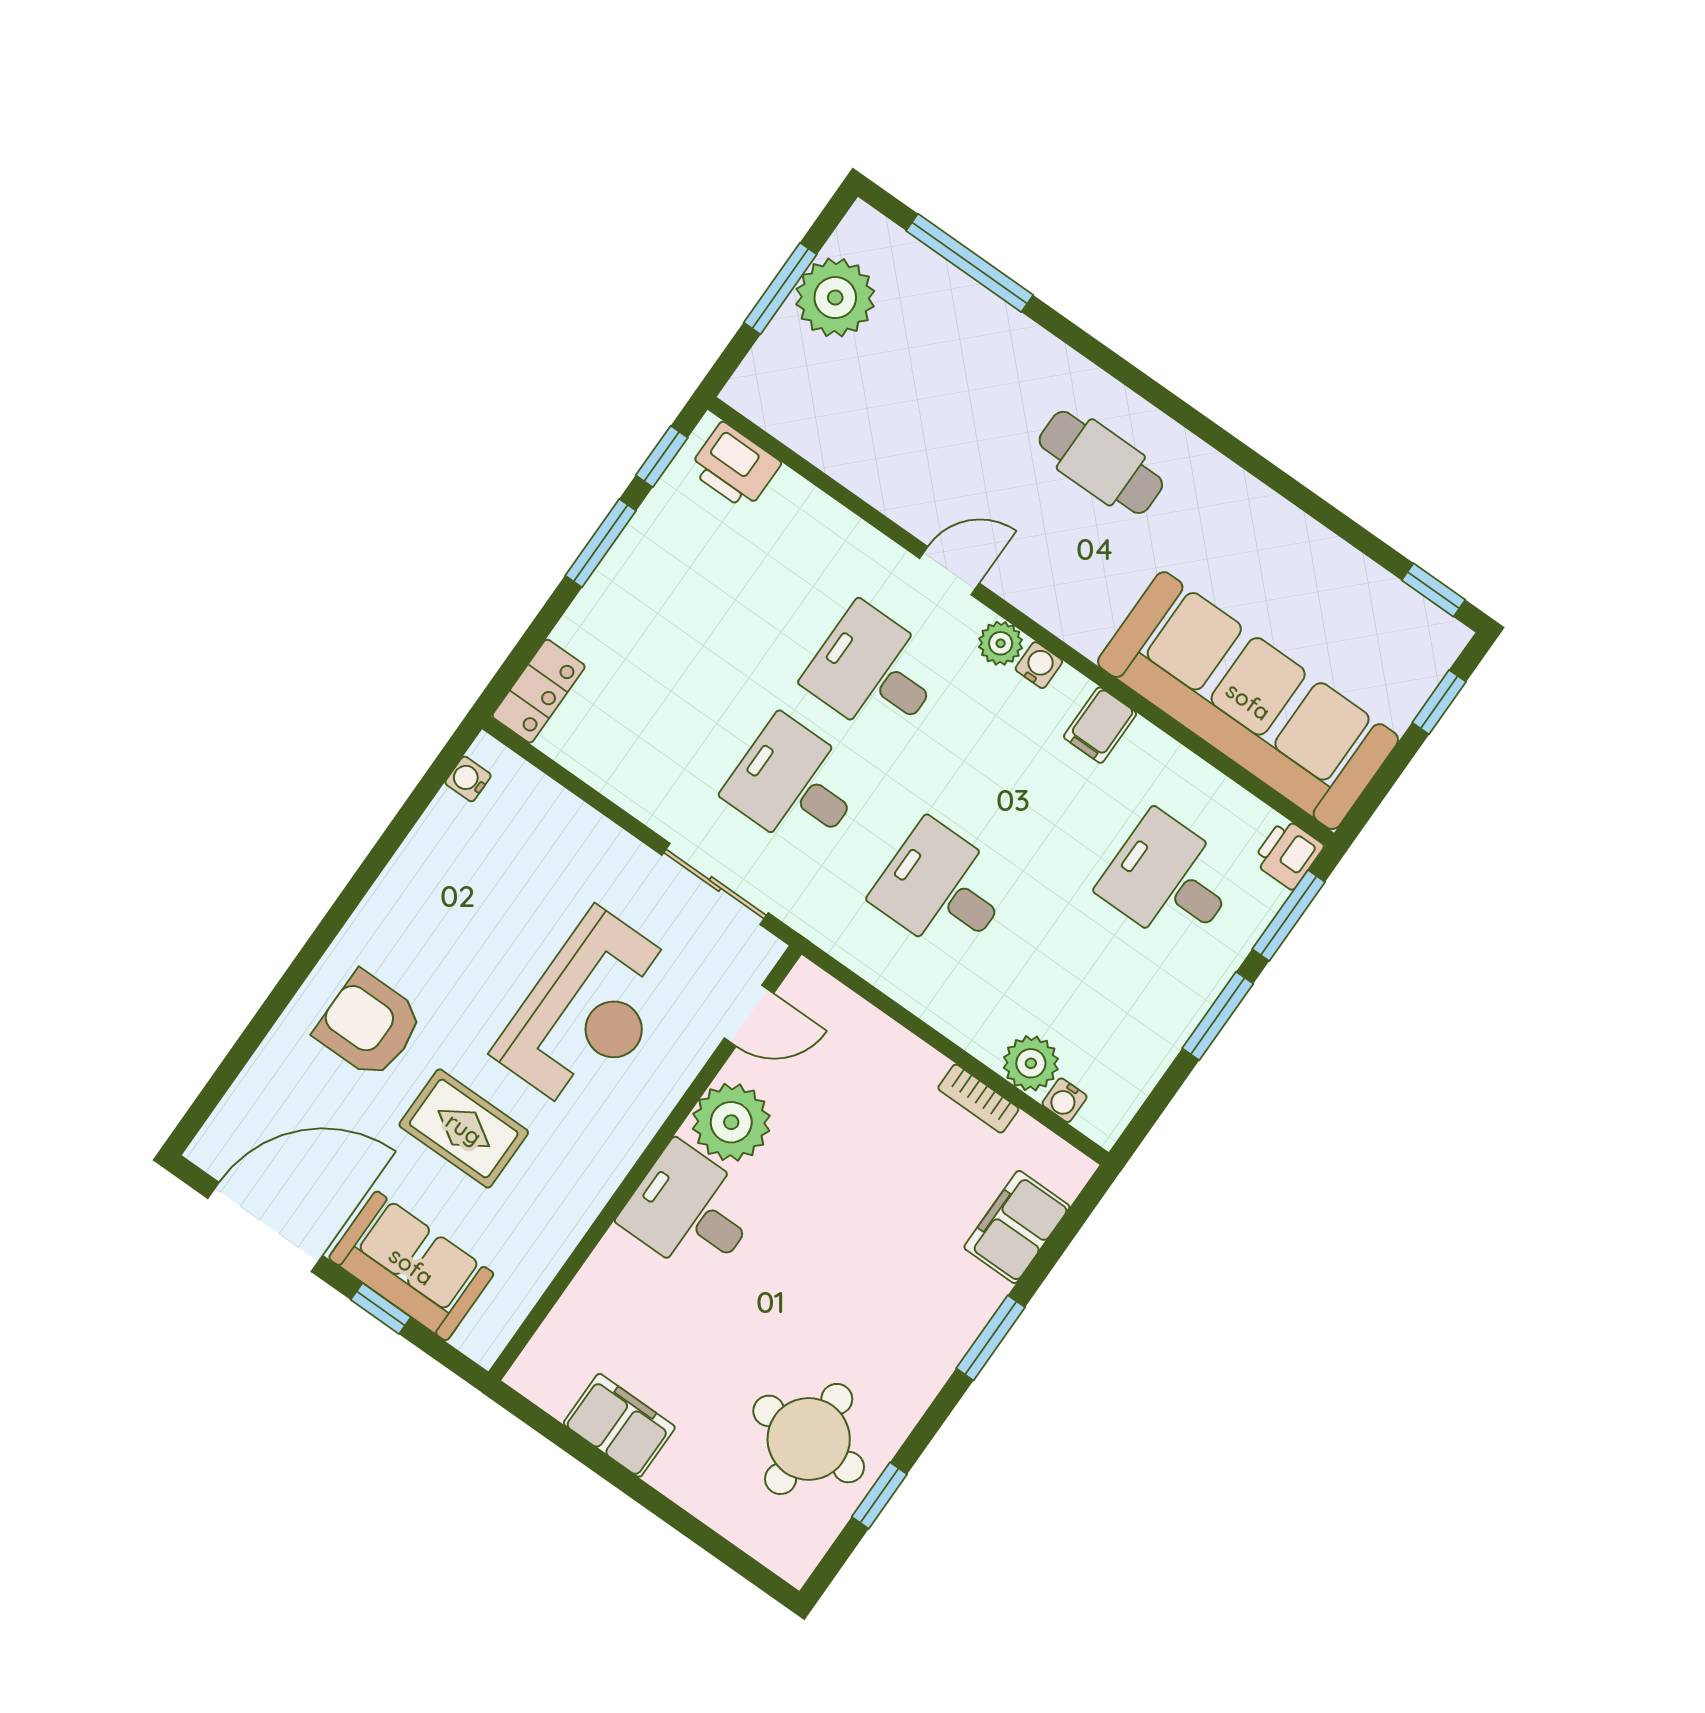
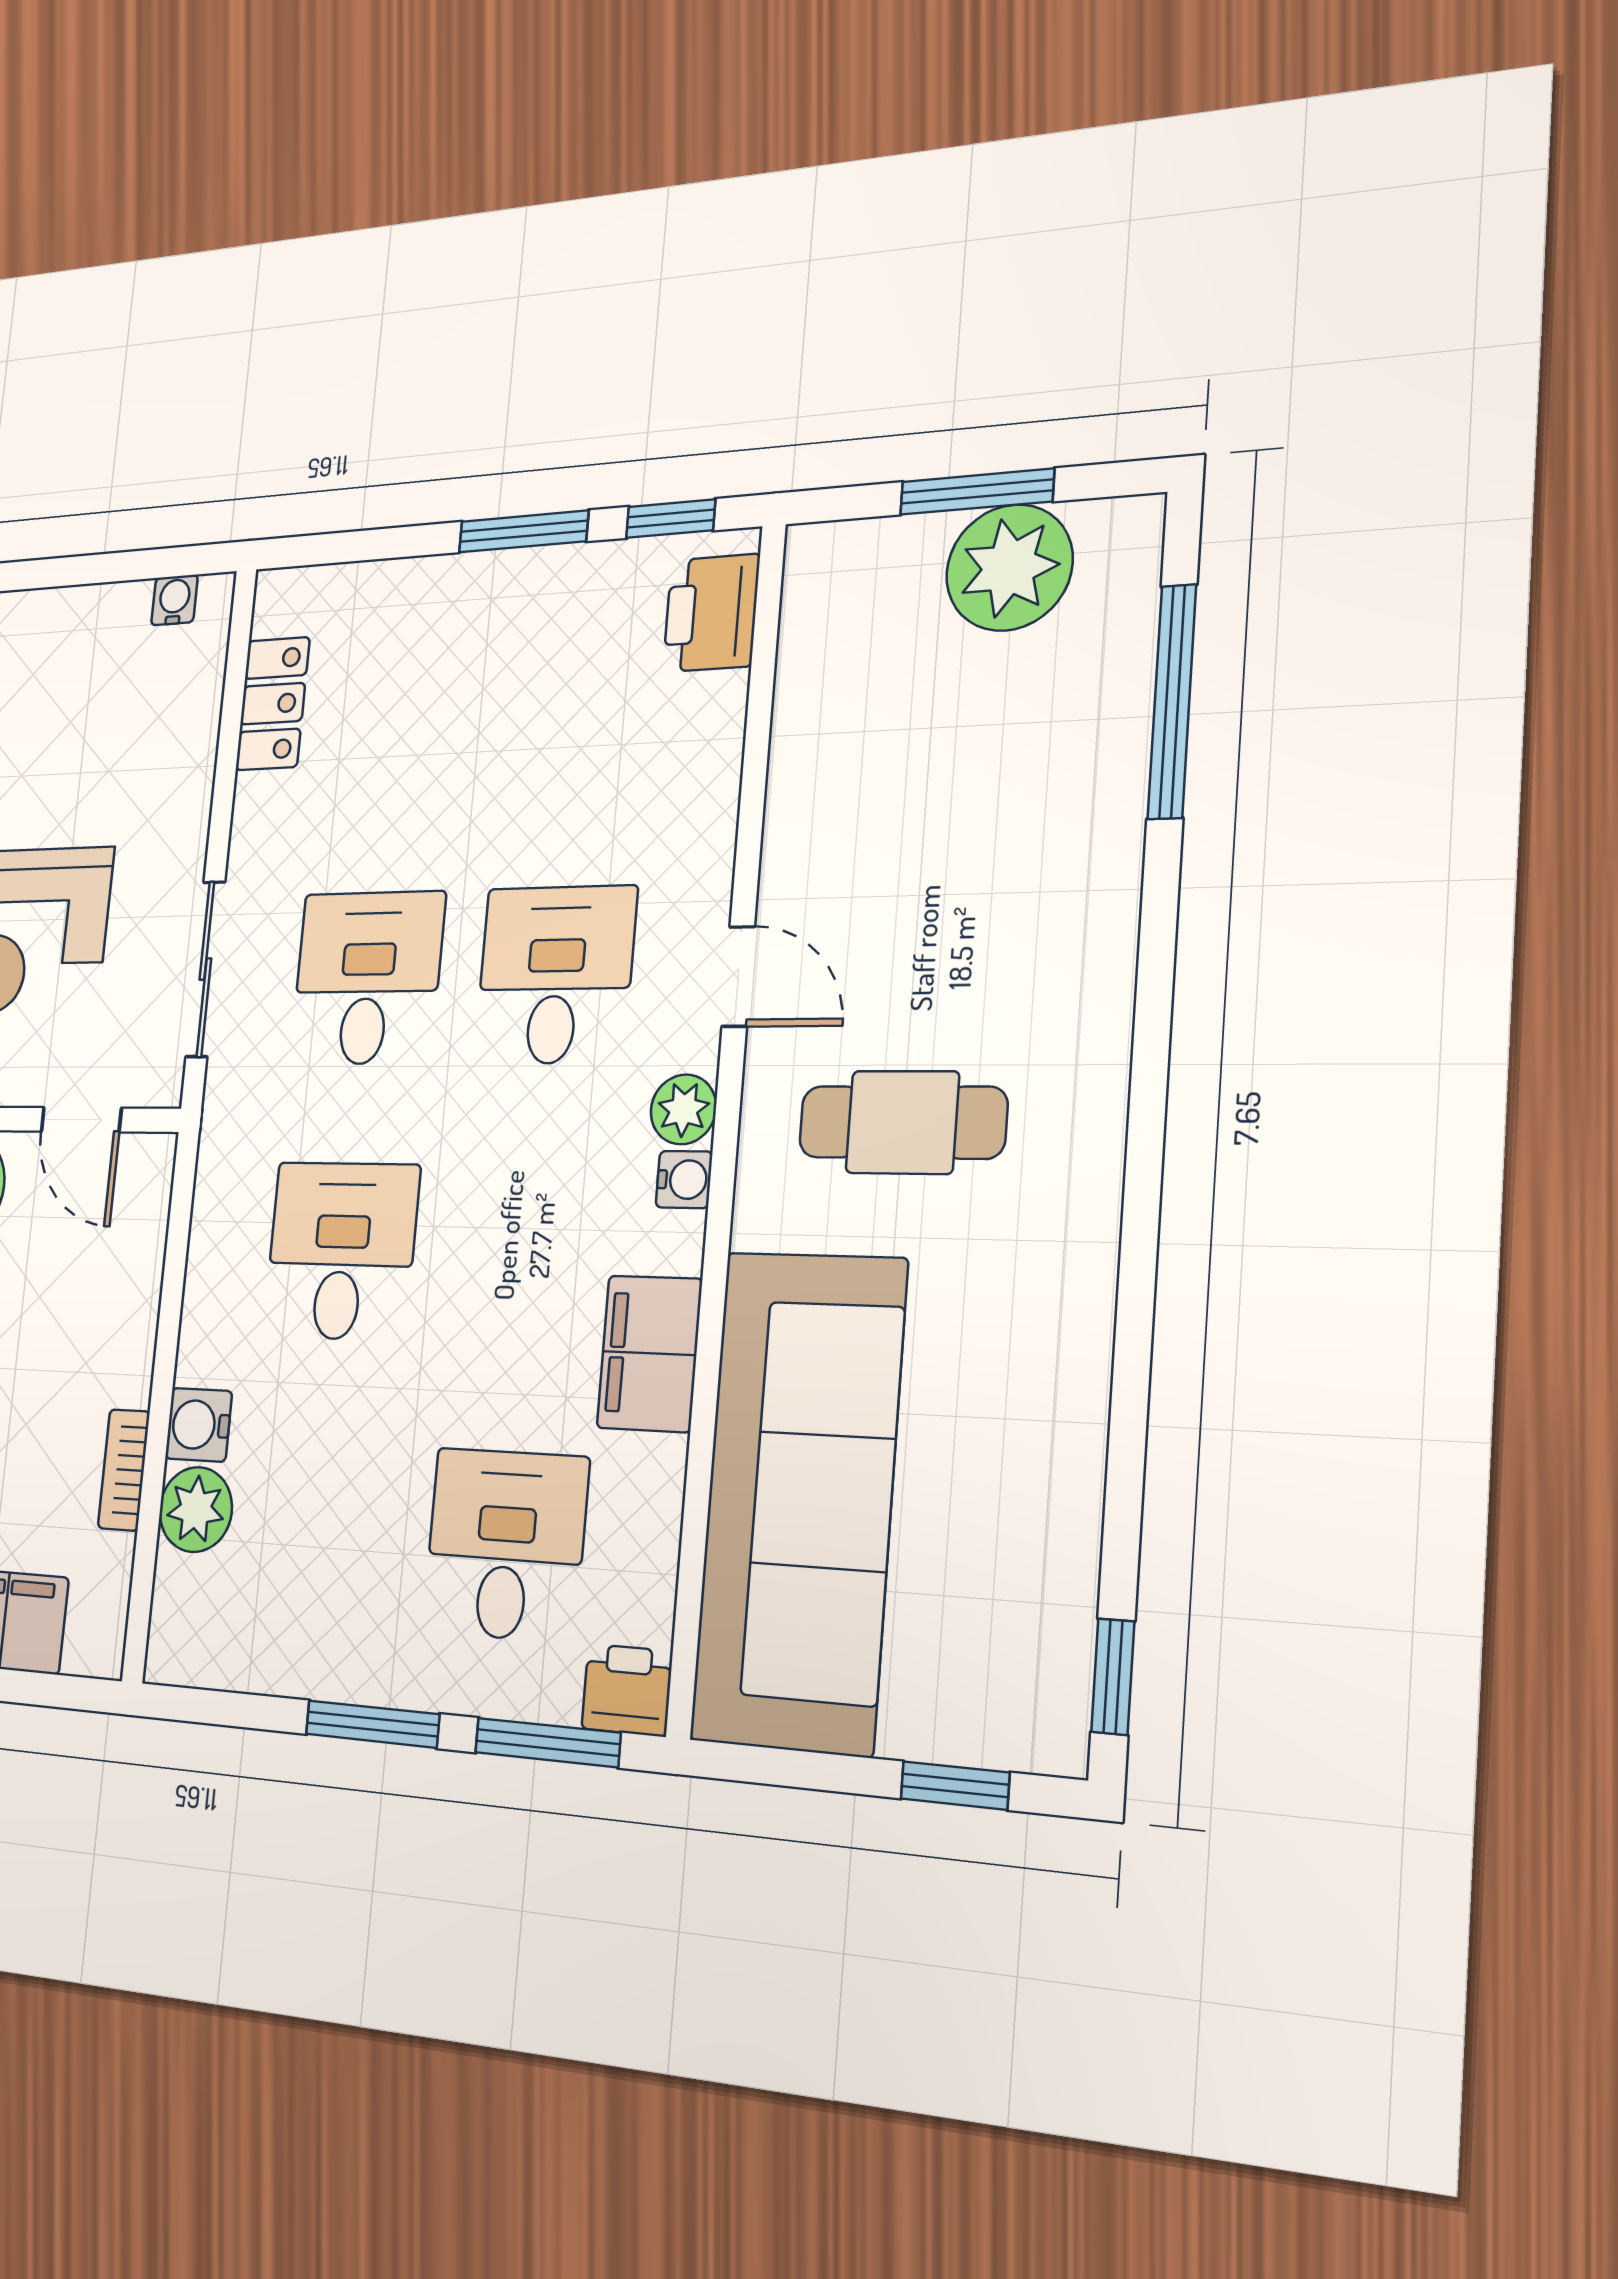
cafe table: (1101, 462) -> (902, 1122), moved, turned 90
locker: (539, 691) -> (273, 704), moved, turned -90
filing cabinet: (1100, 725) -> (649, 1353), width x2.00
water cooler: (1064, 1100) -> (199, 1425), moved, width x1.38, depth x1.38

